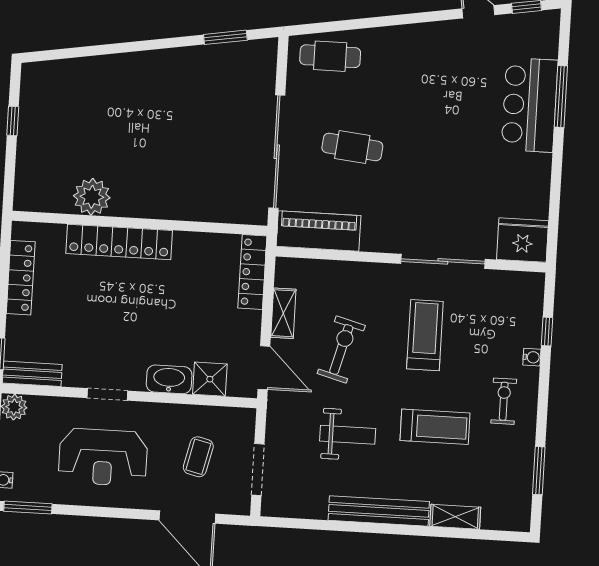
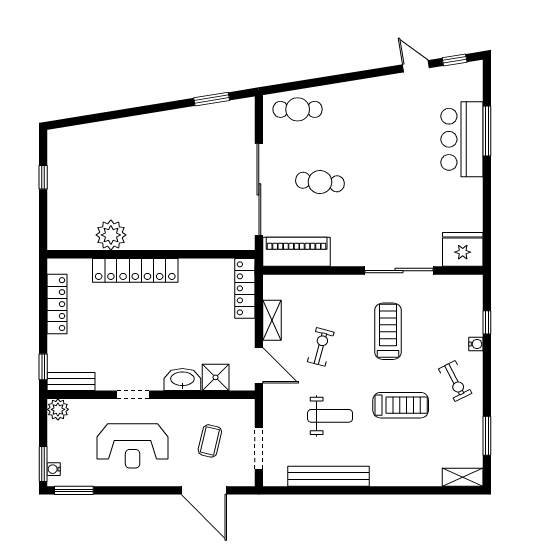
exercise bike: (341, 349) -> (321, 347), width x0.73, depth x0.72
exercise bike: (504, 401) -> (455, 381), turned 153
bench: (379, 511) -> (328, 476), moved
shelving: (455, 517) -> (463, 477), moved

